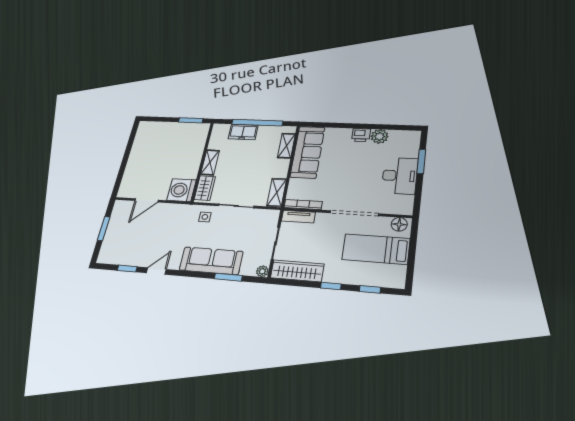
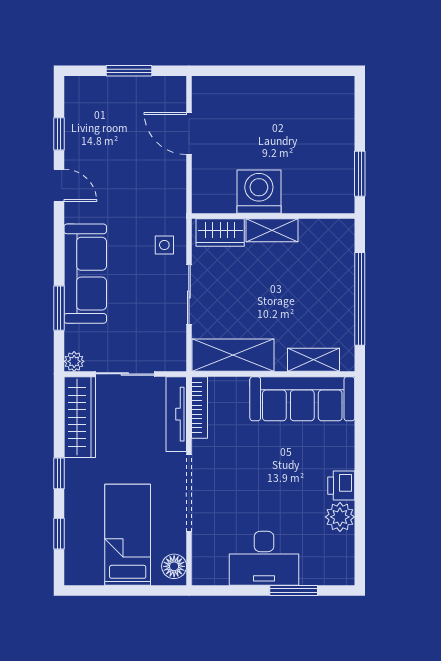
freezer: (243, 132) -> (339, 277), removed
washing machine: (181, 190) -> (259, 192), moved
shelving: (277, 192) -> (233, 355), width x1.50, depth x1.33
tv unit: (298, 217) -> (176, 414), width x1.41

